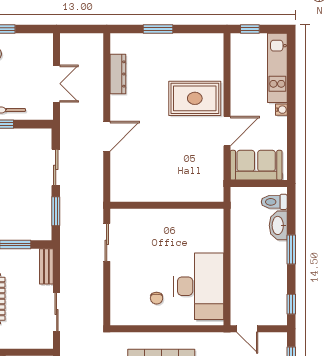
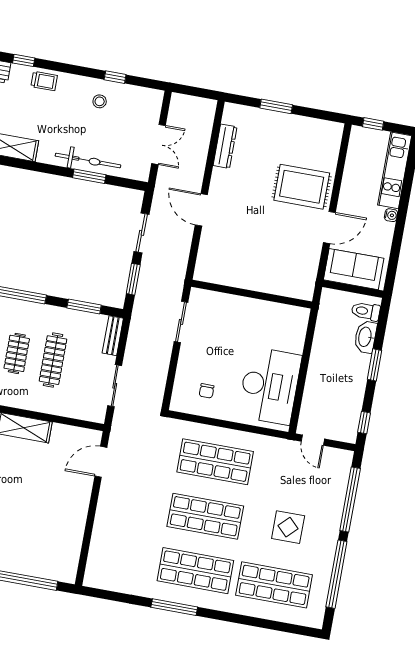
door: (107, 136) -> (201, 210), swing flipped
chair: (157, 298) -> (207, 391), moved

